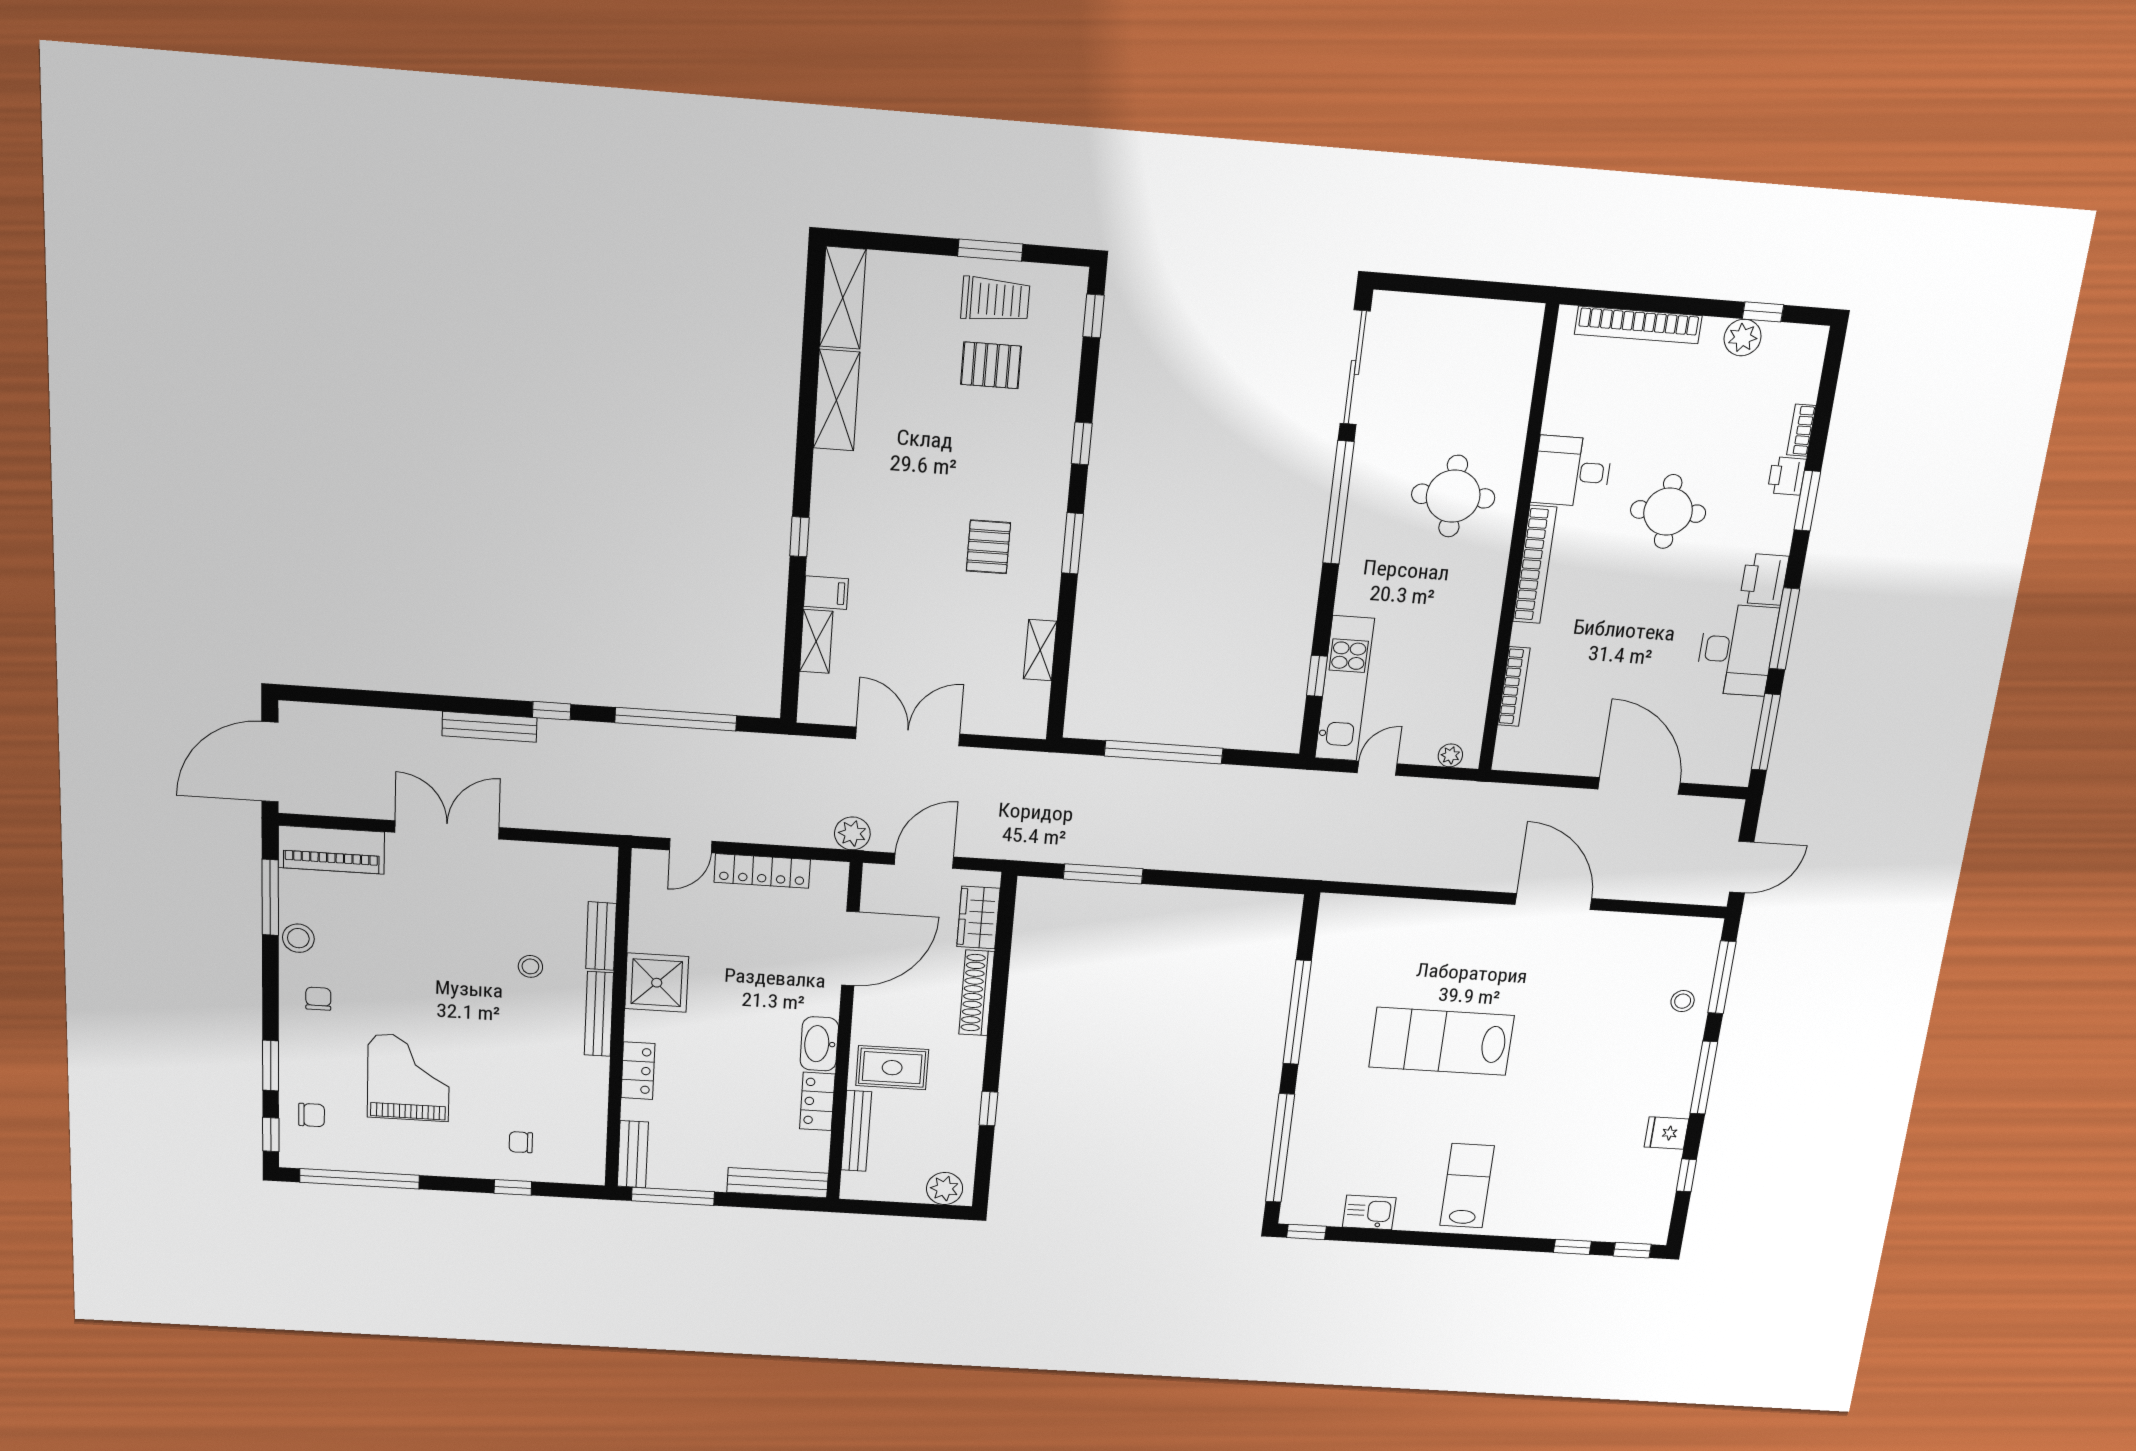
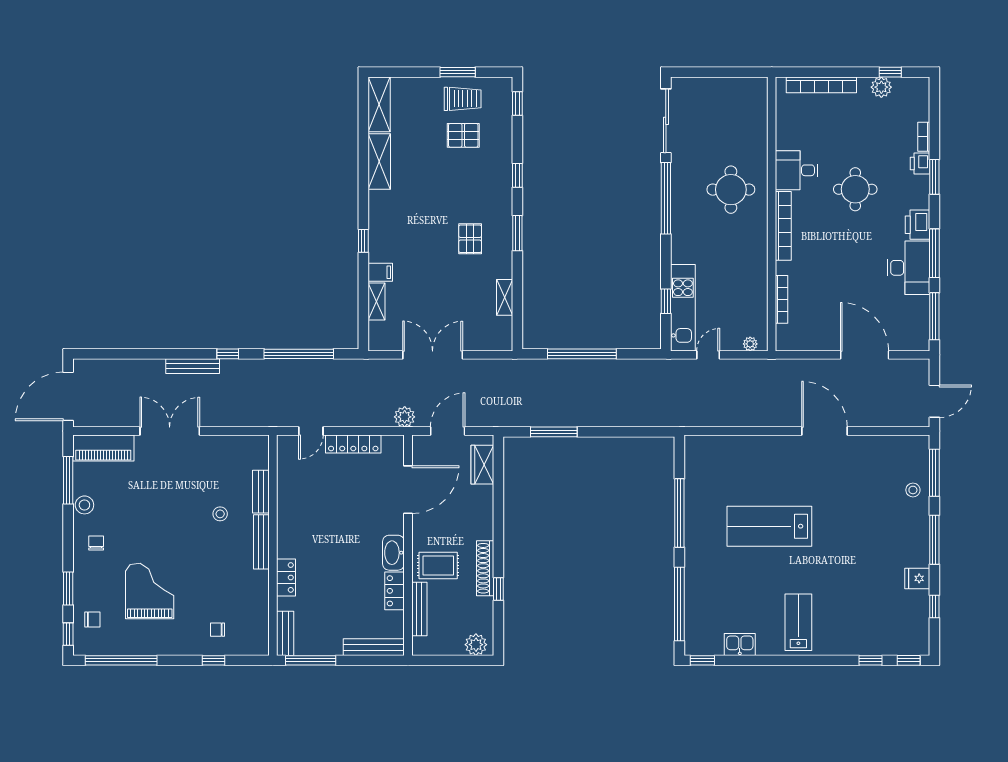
shower: (657, 983) -> (295, 519), removed
shoe rack: (977, 993) -> (485, 568), moved

